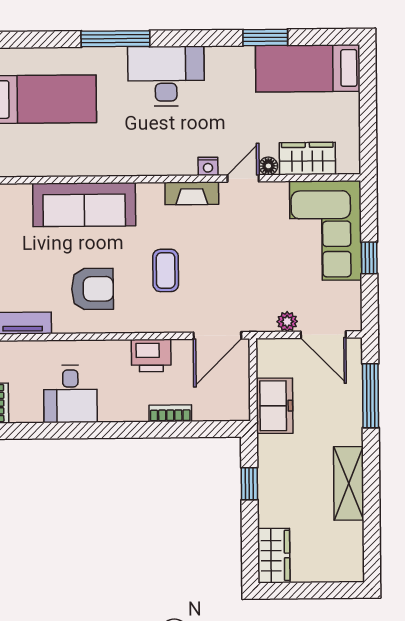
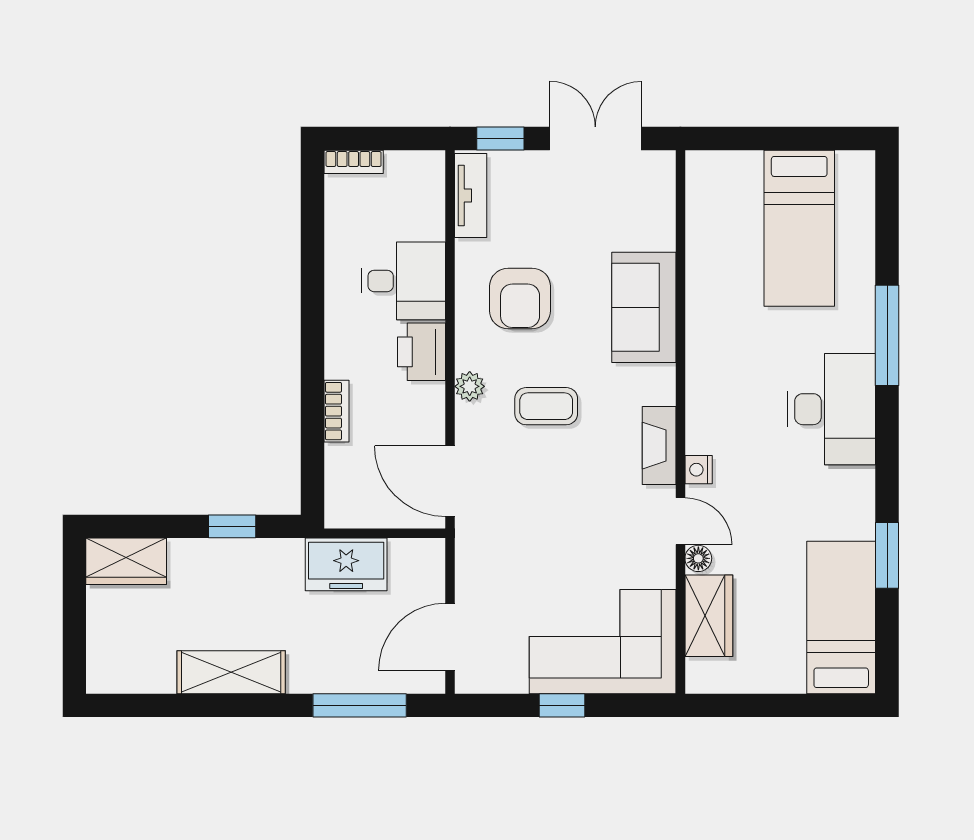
sofa: (84, 205) -> (644, 307), width x0.73
plant: (287, 322) -> (470, 386), moved
printer: (151, 355) -> (422, 352), moved
desk: (70, 394) -> (403, 281), moved, turned 180

